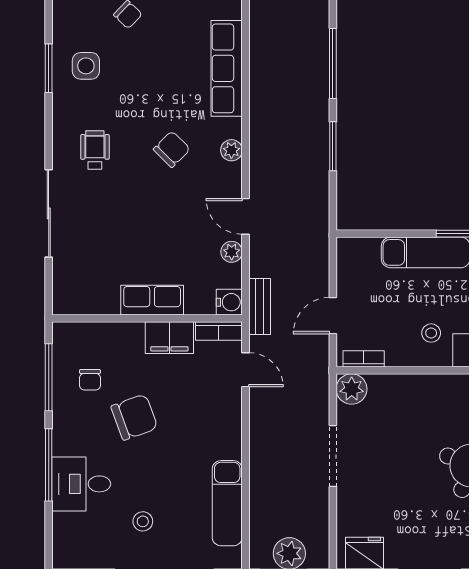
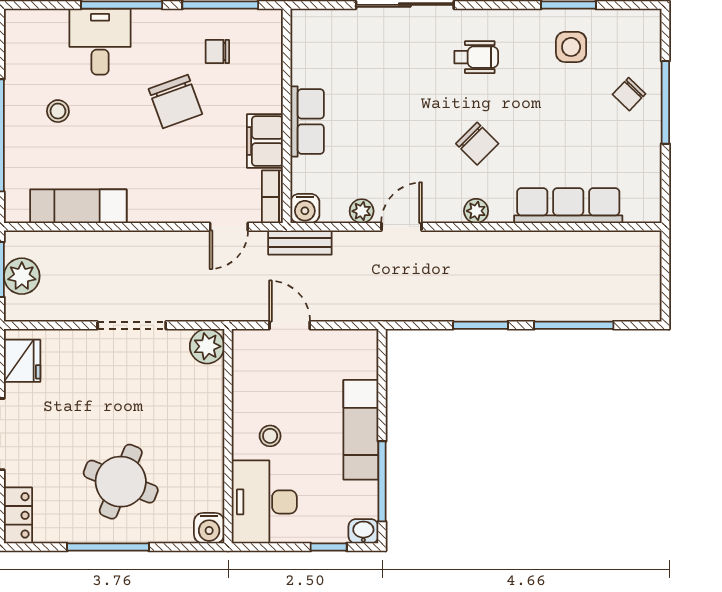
bookcase: (364, 359) -> (241, 360), removed

